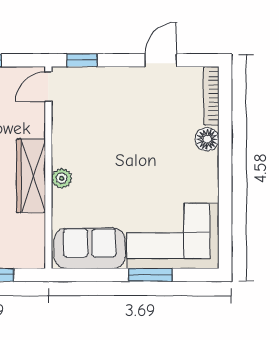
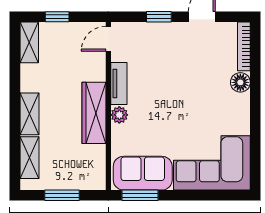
window: (82, 60) -> (159, 17), moved
tv unit: (61, 141) -> (119, 84), added
window: (150, 275) -> (140, 195), moved

